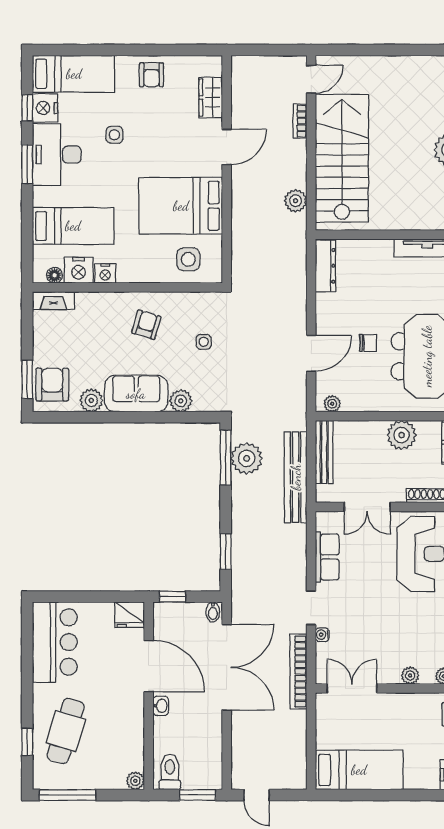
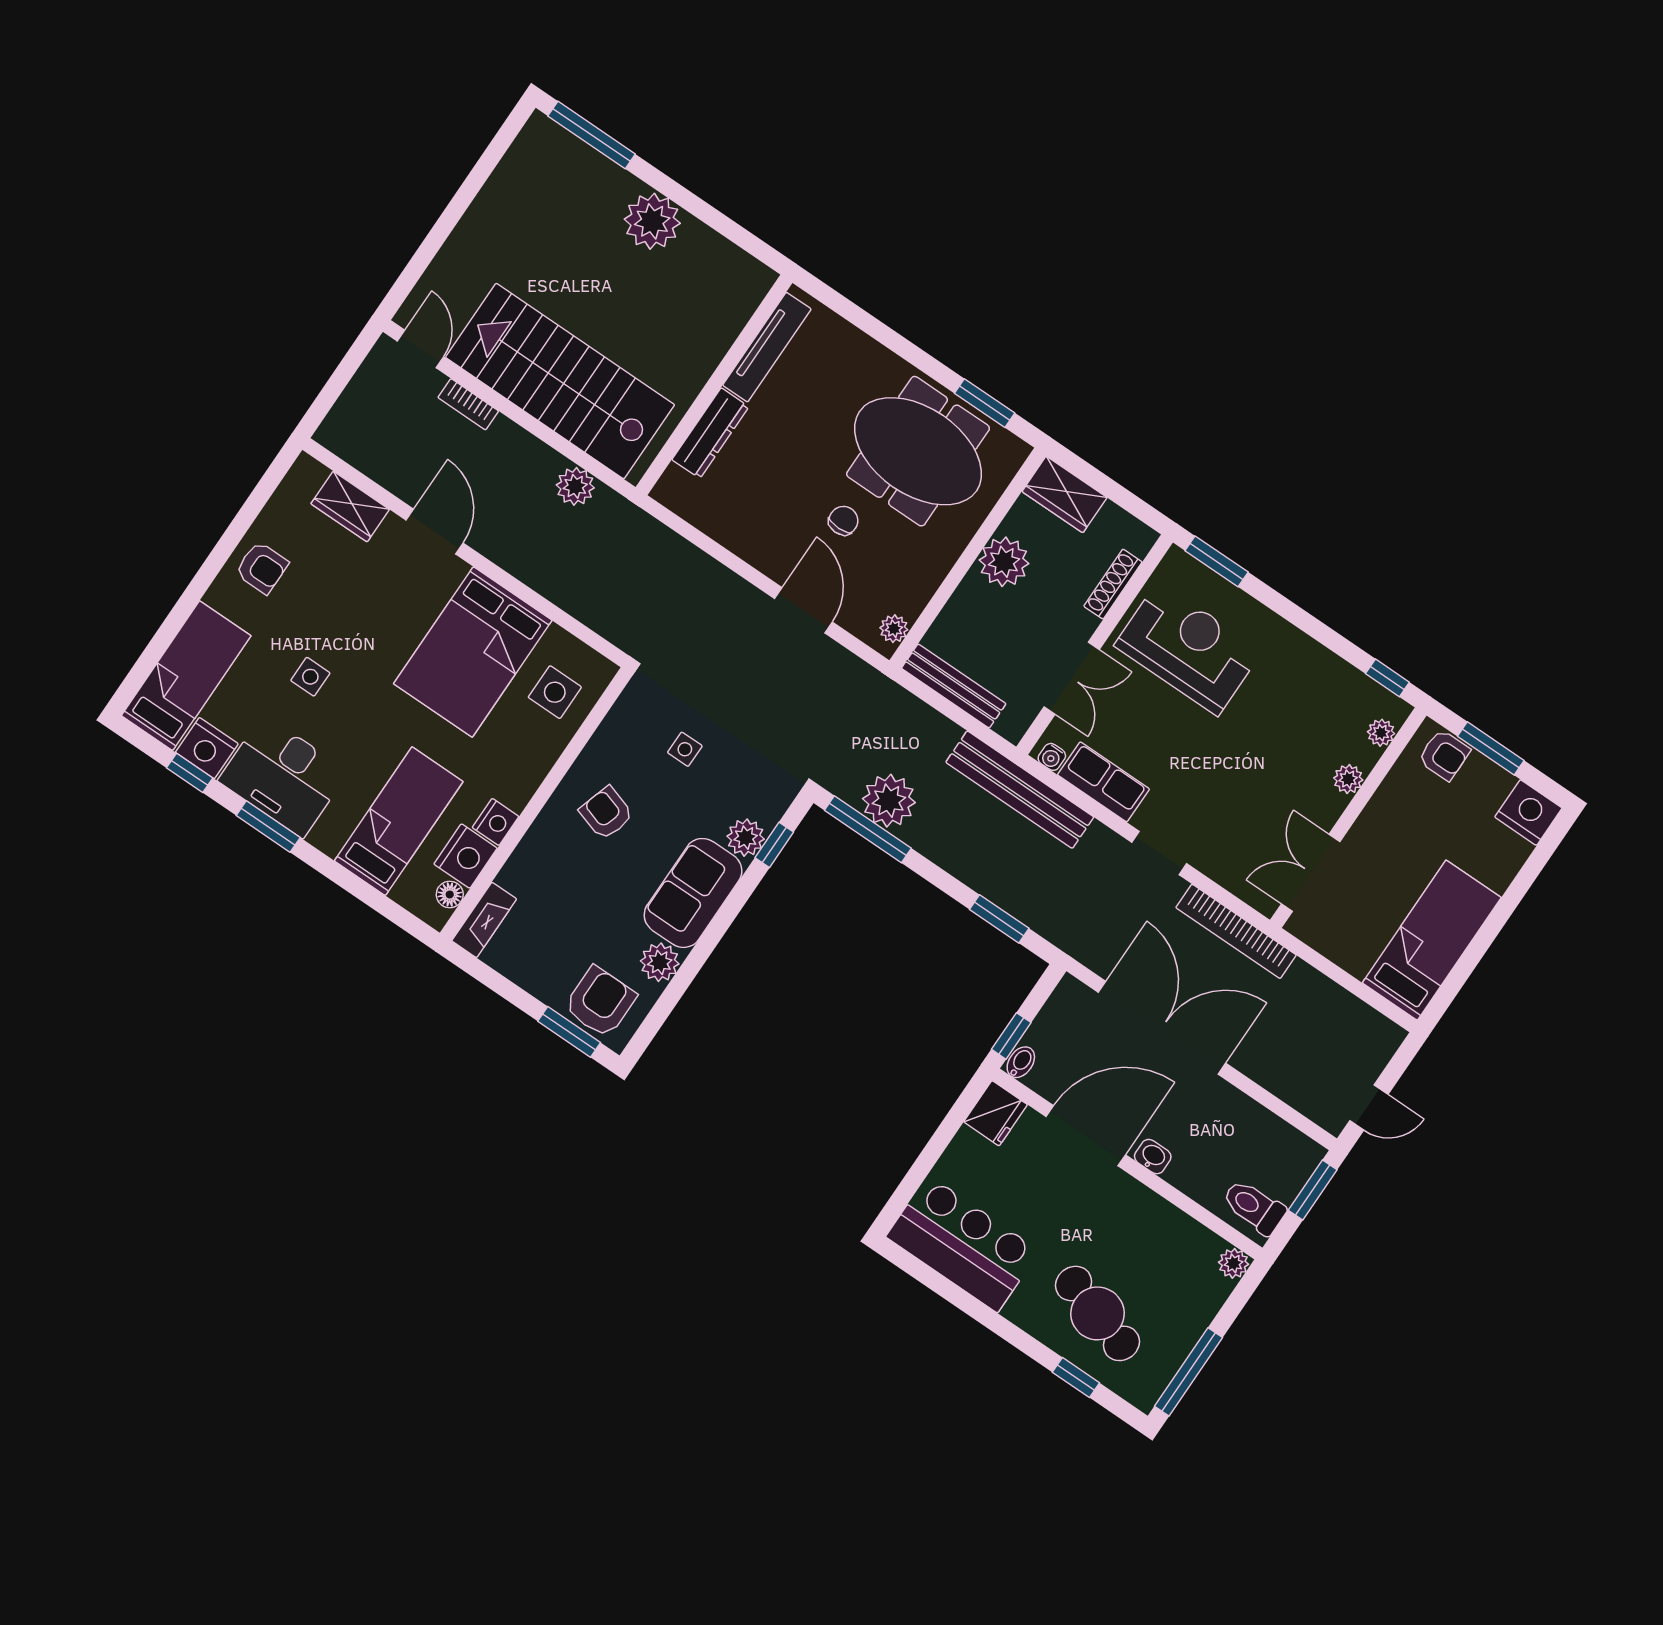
dresser: (325, 266) -> (710, 433), moved, turned 90
armchair: (52, 385) -> (600, 1002), turned 90
window: (187, 417) -> (774, 845), added
bench: (296, 477) -> (1020, 790), moved
bidet: (213, 612) -> (1021, 1062), moved, turned -90
water cooler: (322, 635) -> (1052, 757), moved

